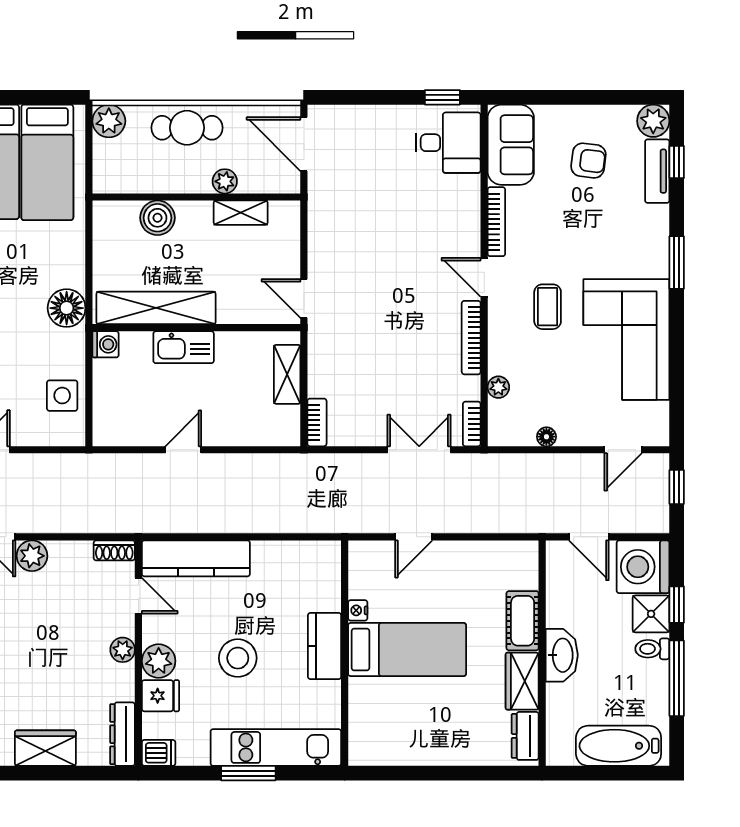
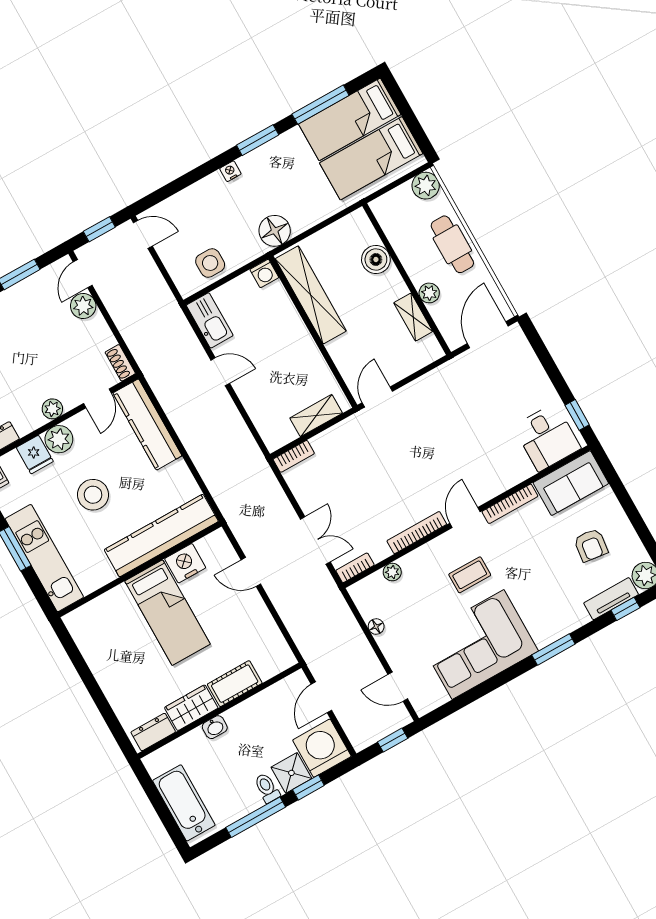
kitchen sink: (184, 347) -> (210, 320), moved, turned 180
nightstand: (358, 610) -> (185, 563), width x1.89, depth x1.79
kitchen counter: (325, 646) -> (161, 536), width x2.08, depth x1.17
washbasin: (562, 655) -> (215, 727), width x0.52, depth x0.69

